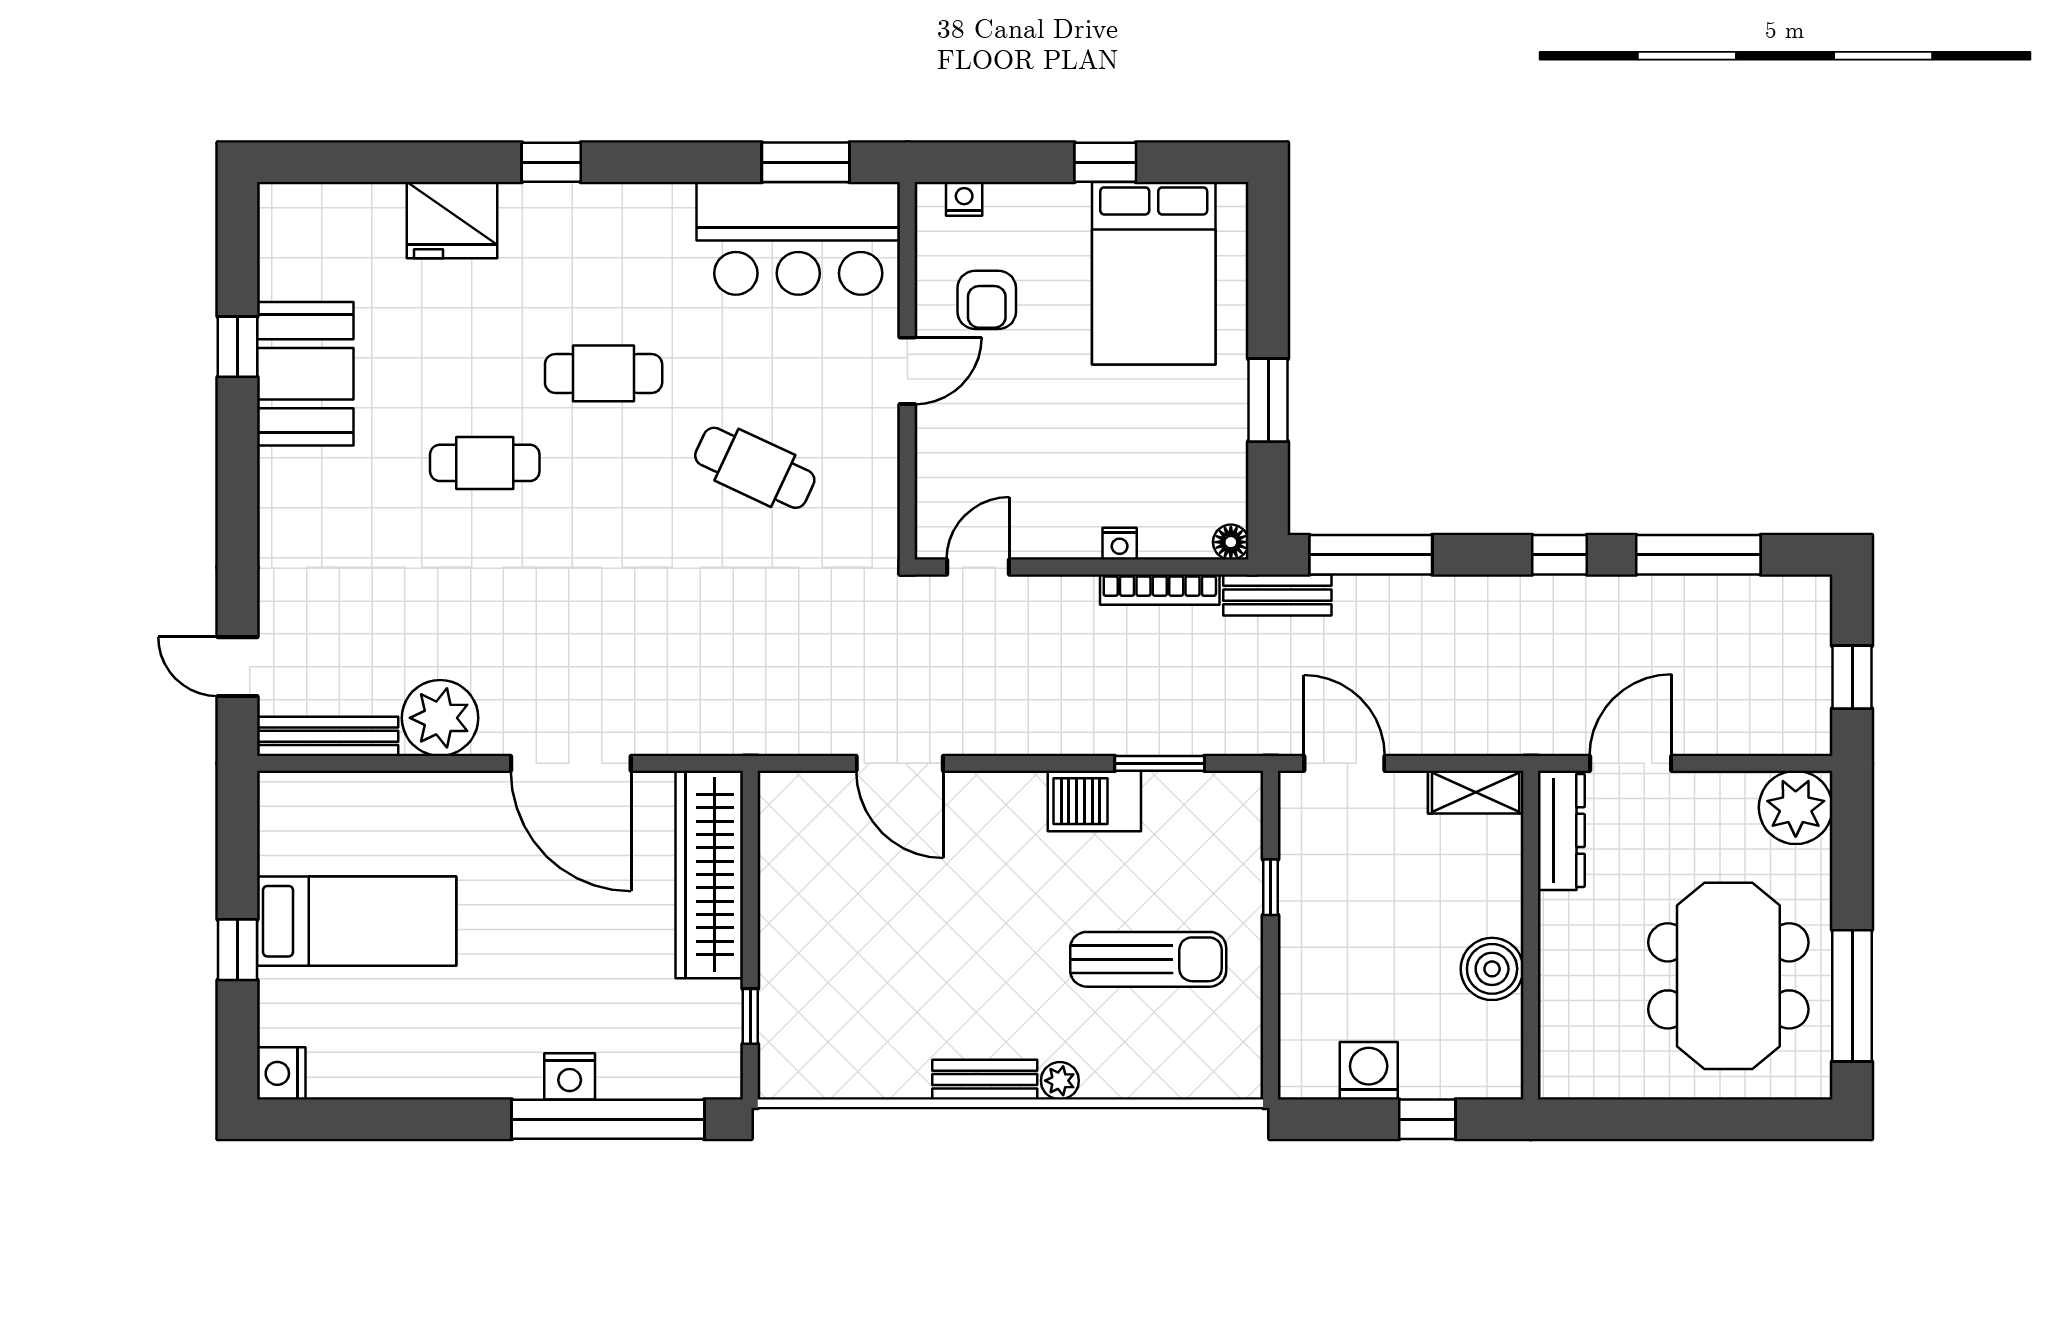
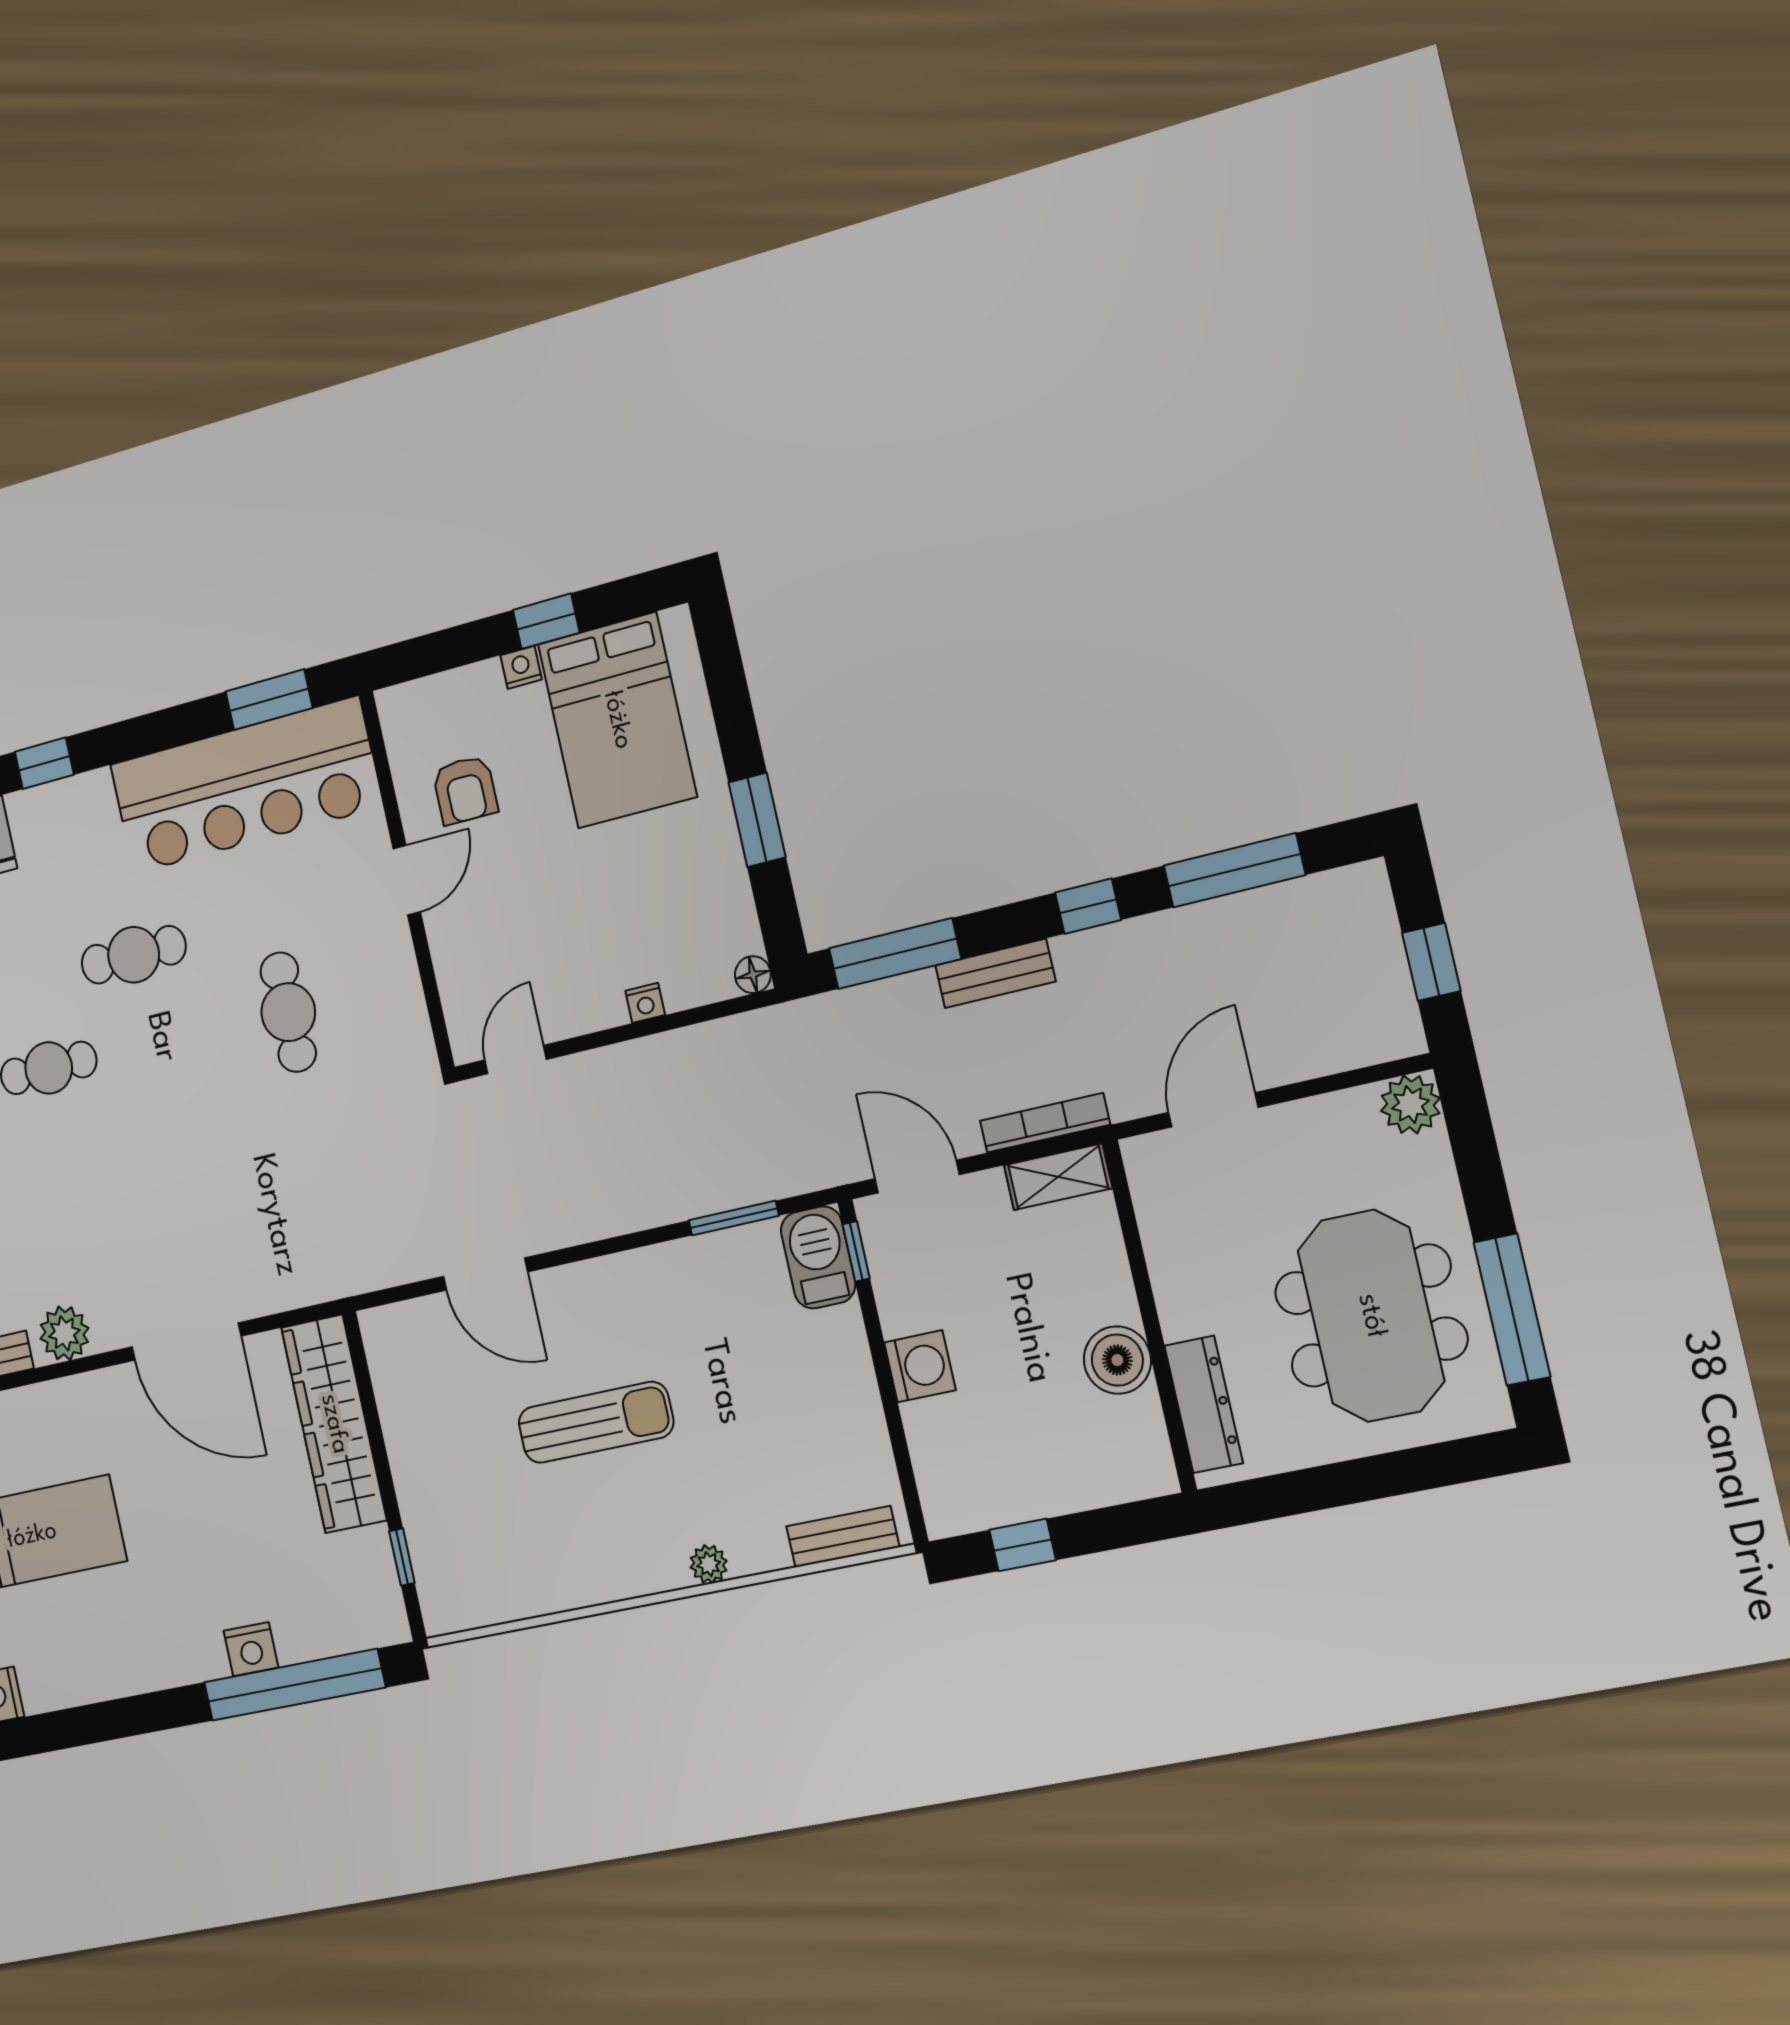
nightstand: (964, 199) -> (521, 667), moved
bar counter: (798, 238) -> (245, 785), width x1.36
cafe table: (755, 468) -> (288, 1012), turned 65
bookcase: (1160, 590) -> (1045, 1123), moved, turned 180
bench: (1277, 595) -> (995, 973), moved
plant: (440, 718) -> (64, 1333), width x0.73, depth x0.73
barbecue: (1094, 801) -> (818, 1257), moved, turned 90
plant: (1796, 807) -> (1410, 1104), width x0.73, depth x0.73
dresser: (1561, 830) -> (1204, 1404), moved
window: (1271, 887) -> (856, 1251), moved
sun lounger: (1148, 959) -> (596, 1422), moved
washing machine: (1369, 1071) -> (920, 1366), moved, turned 90
bench: (985, 1080) -> (843, 1537), moved
window: (1427, 1119) -> (1023, 1545), moved

